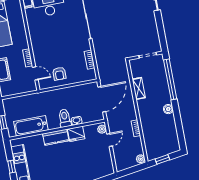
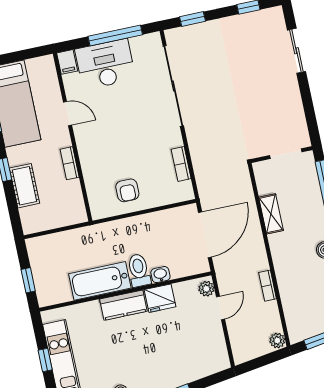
door: (35, 73) -> (68, 114), moved
bathtub: (31, 126) -> (100, 281), moved

